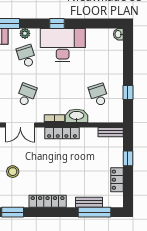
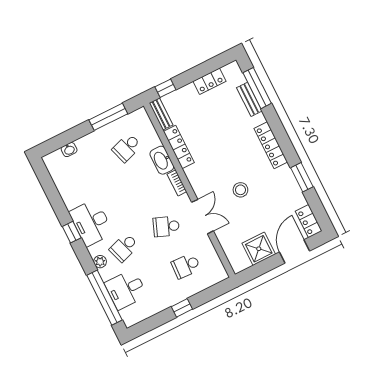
washbasin: (118, 34) -> (69, 150), moved
desk: (63, 45) -> (91, 223), width x0.73, depth x0.77
window: (128, 93) -> (108, 117), width x2.17
locker: (62, 133) -> (179, 147), moved
window: (128, 158) -> (165, 88), moved
stool: (13, 172) -> (240, 190), moved

